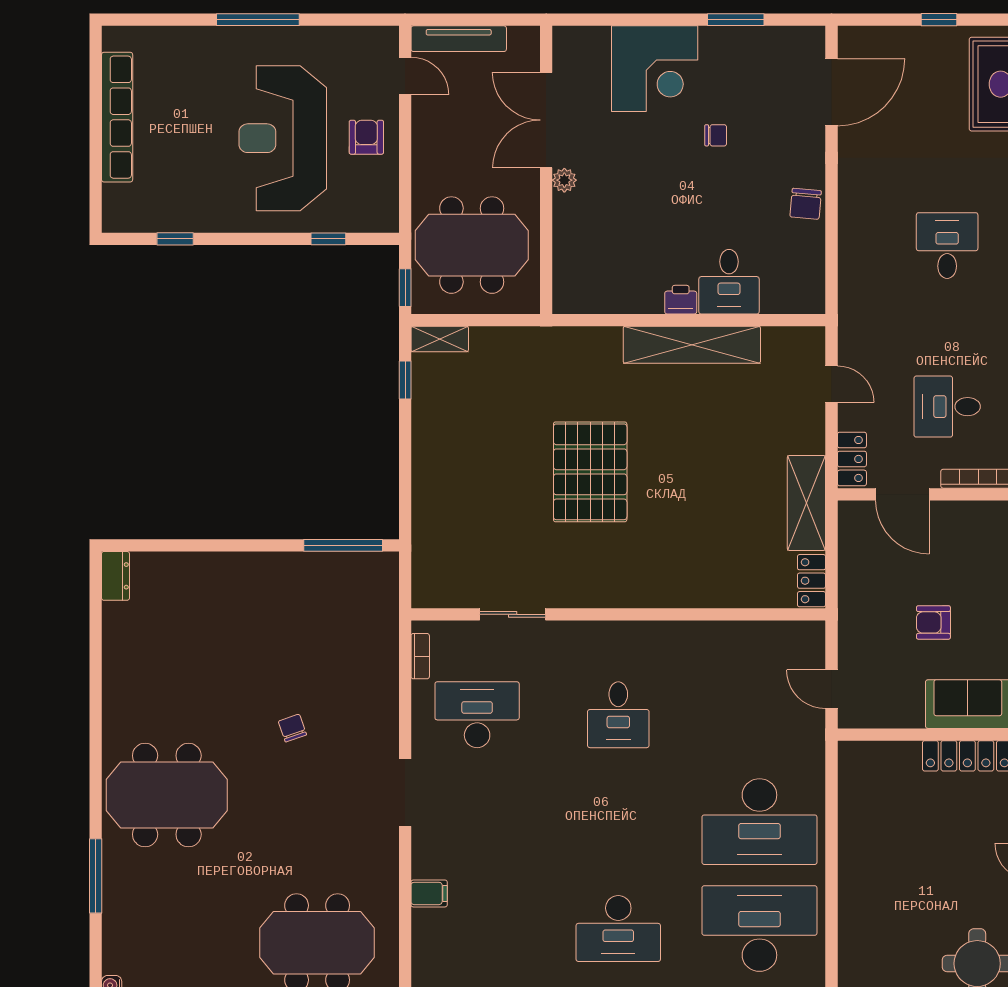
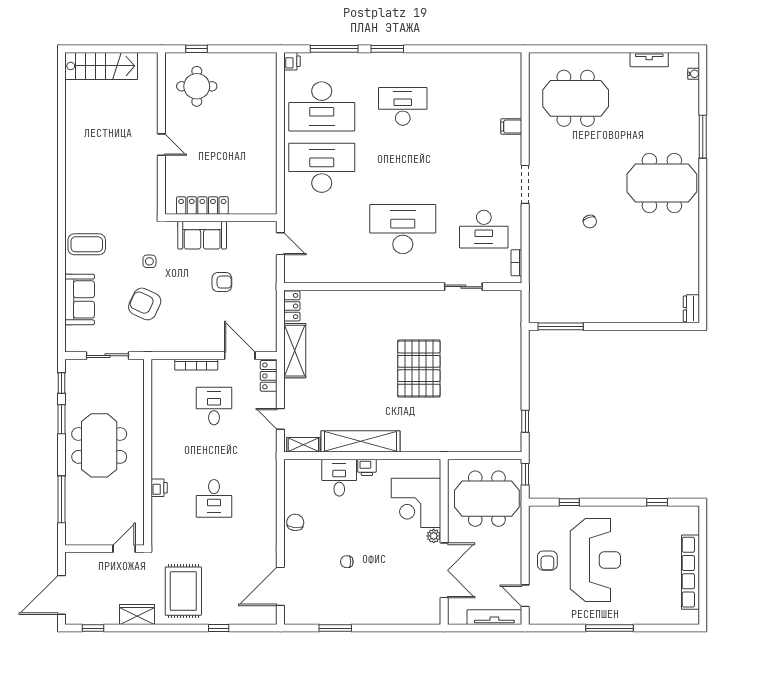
corner desk: (655, 69) -> (416, 503), moved, turned -90
shelving: (440, 339) -> (303, 445), moved
desk: (947, 407) -> (214, 406), turned -90
desk: (618, 715) -> (403, 229), width x1.87, depth x1.30

